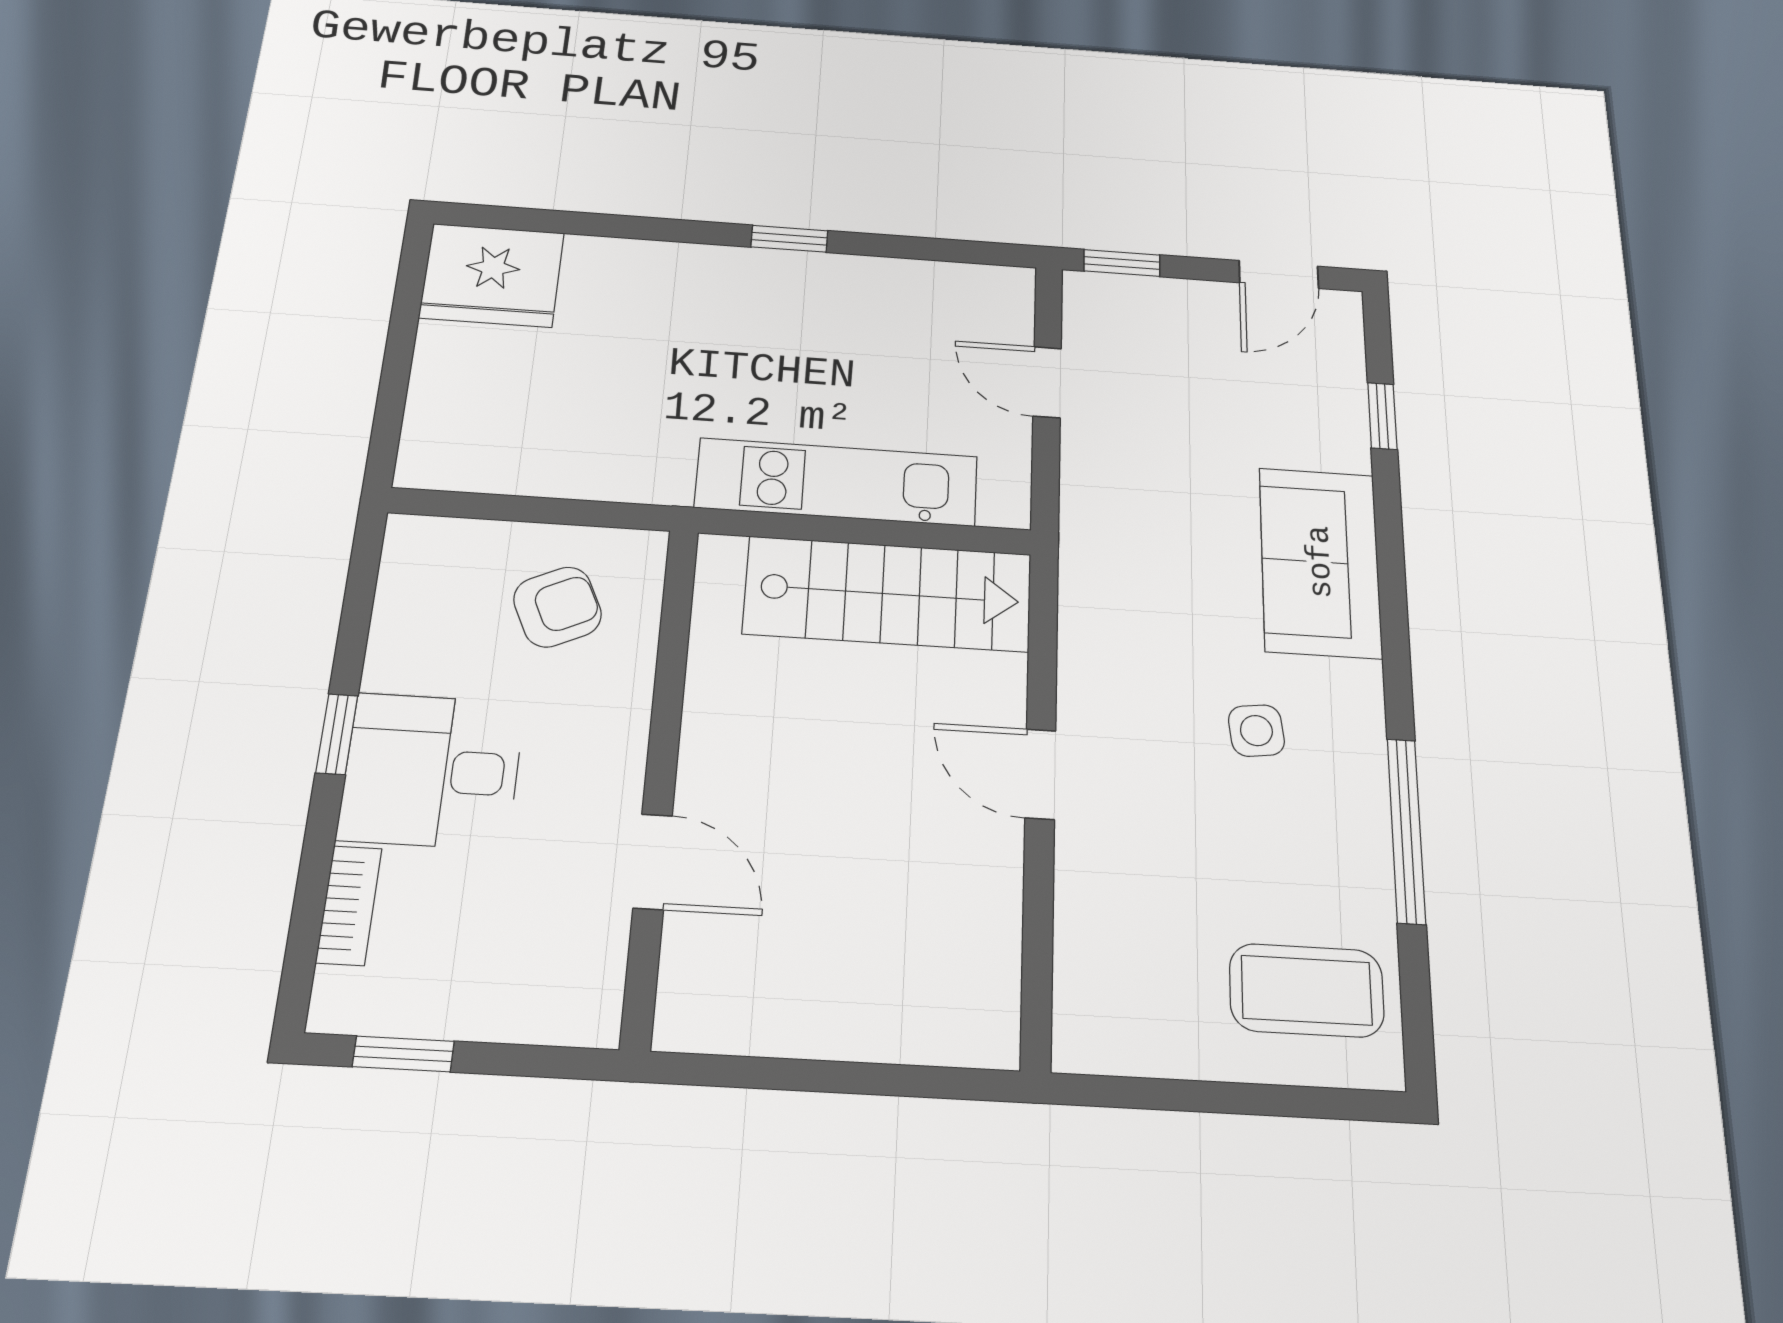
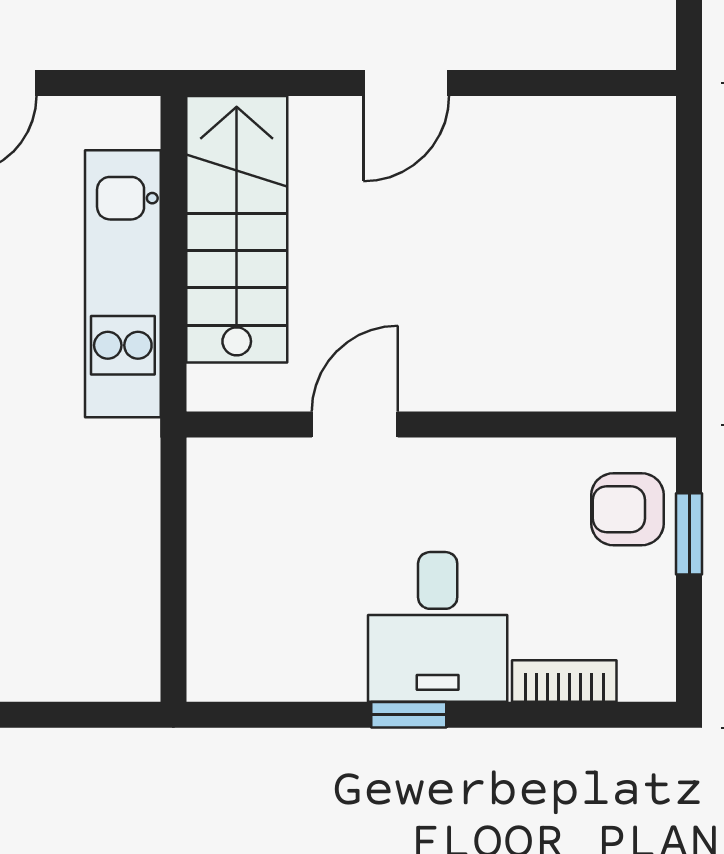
armchair: (557, 607) -> (627, 509), moved, turned -65
door: (653, 862) -> (355, 425), moved
window: (403, 1054) -> (689, 534), moved

